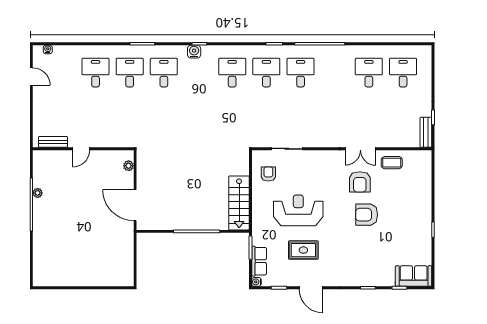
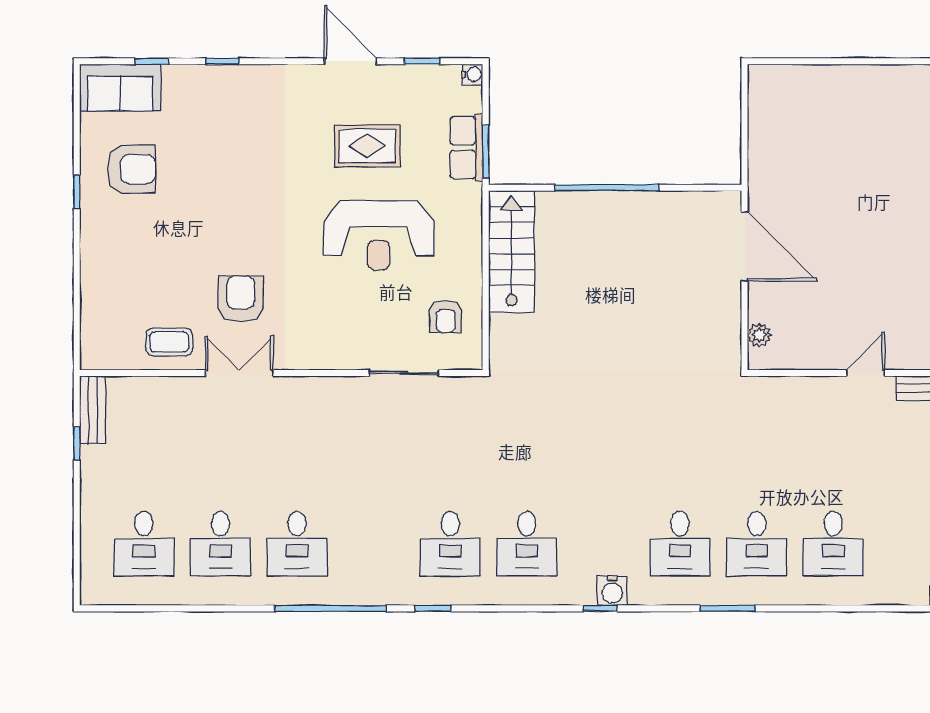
desk: (301, 73) -> (297, 544), moved
armchair: (367, 215) -> (131, 169), moved
row of seats: (259, 261) -> (467, 148), moved

